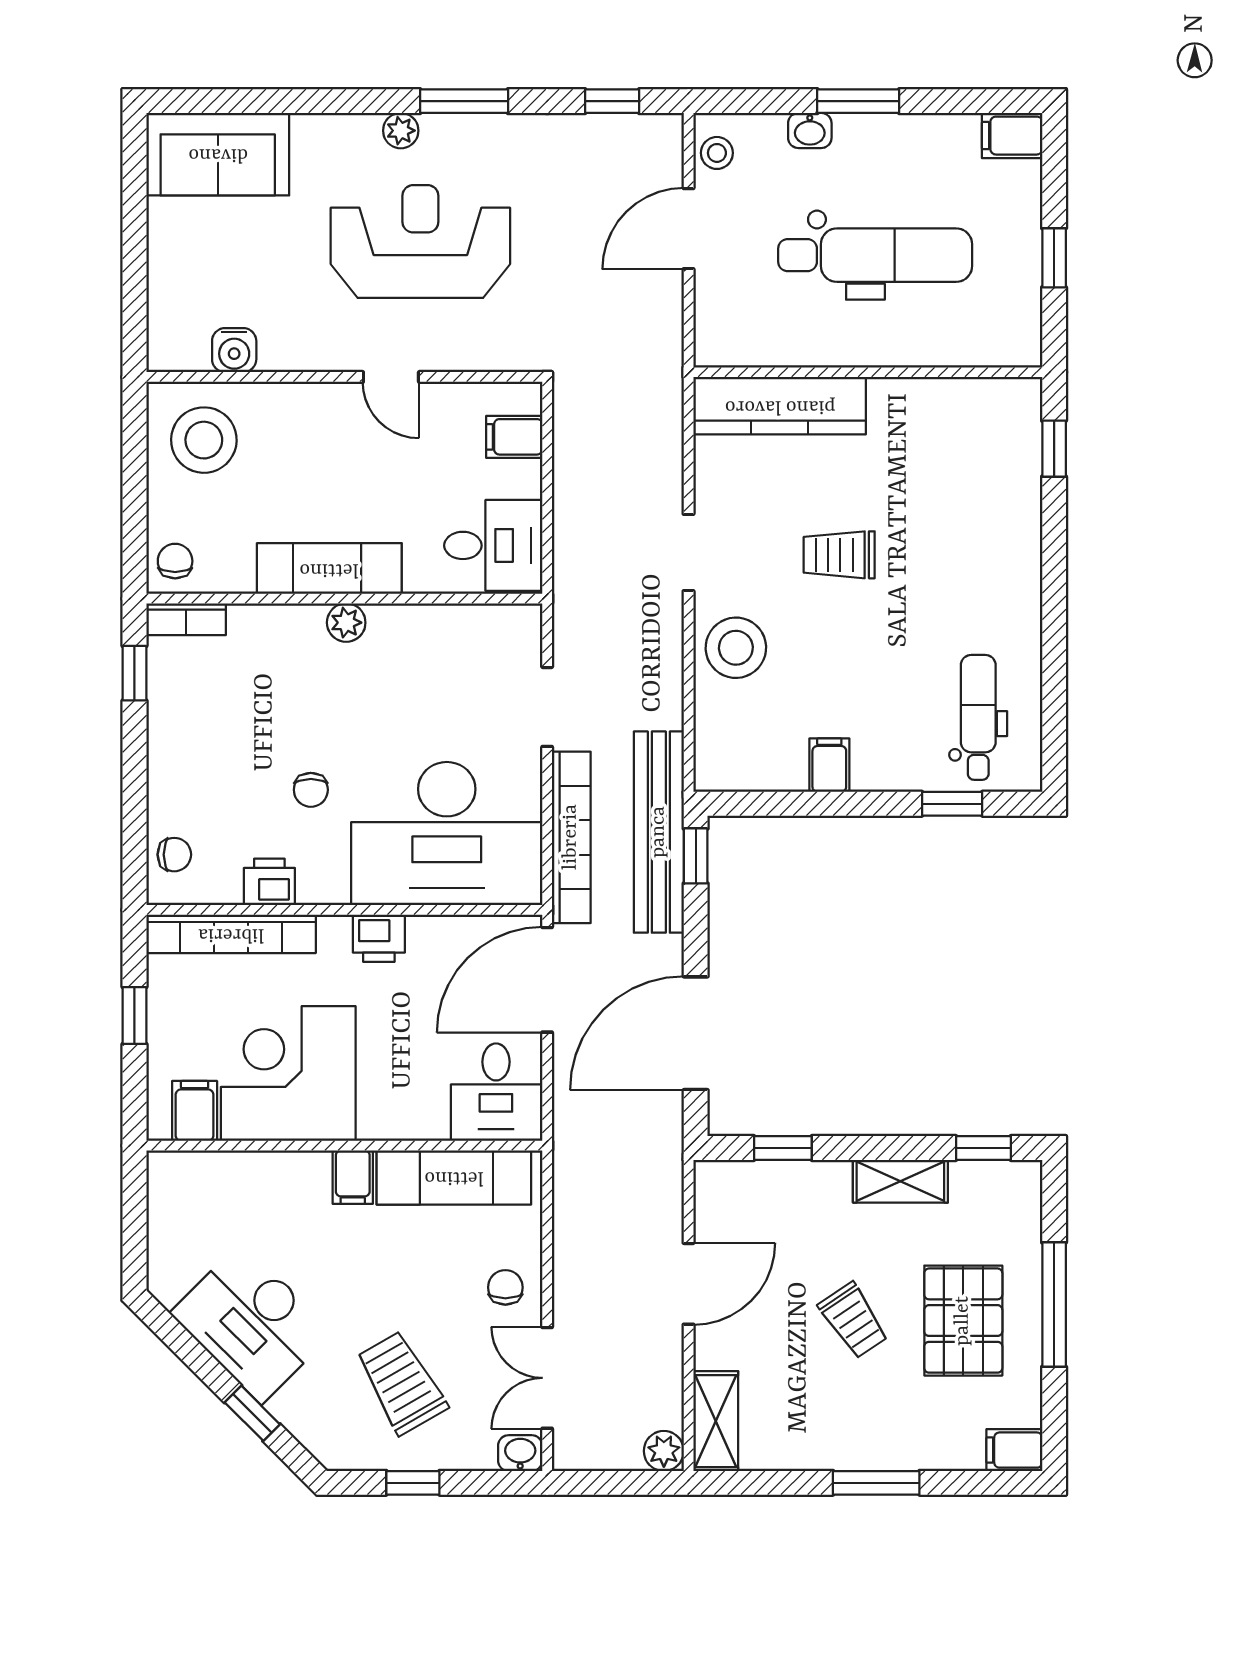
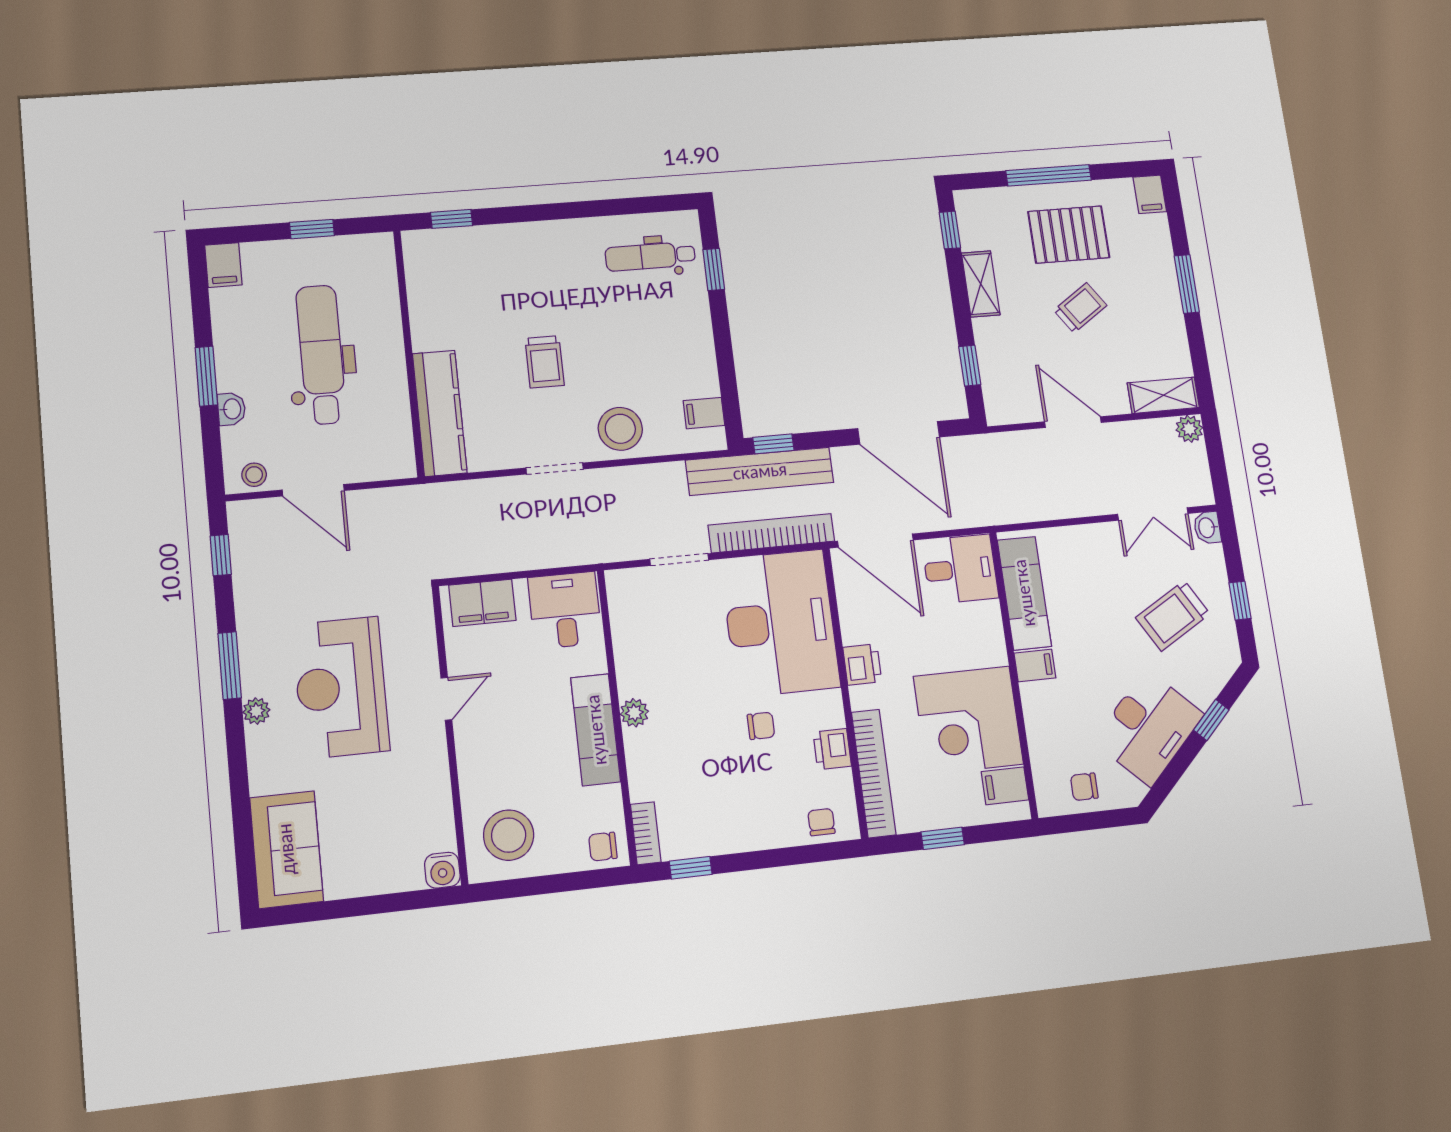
water cooler: (234, 350) -> (442, 870), moved, turned 90
filing cabinet: (514, 437) -> (482, 603), width x2.00
filing cabinet: (829, 765) -> (704, 413), moved
chair: (505, 1287) -> (1084, 787), moved

